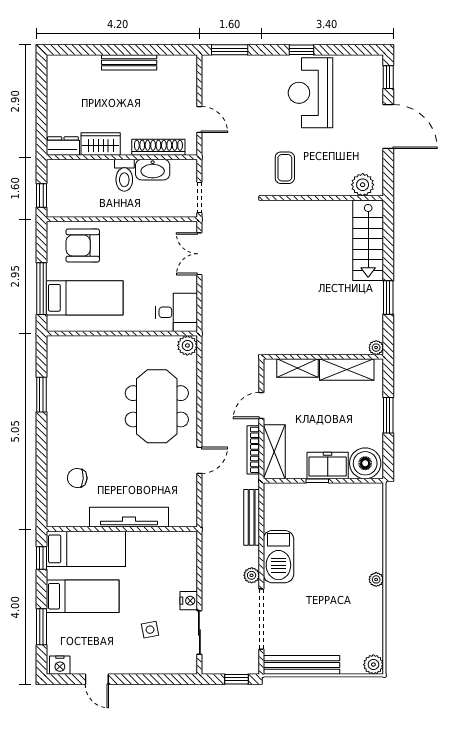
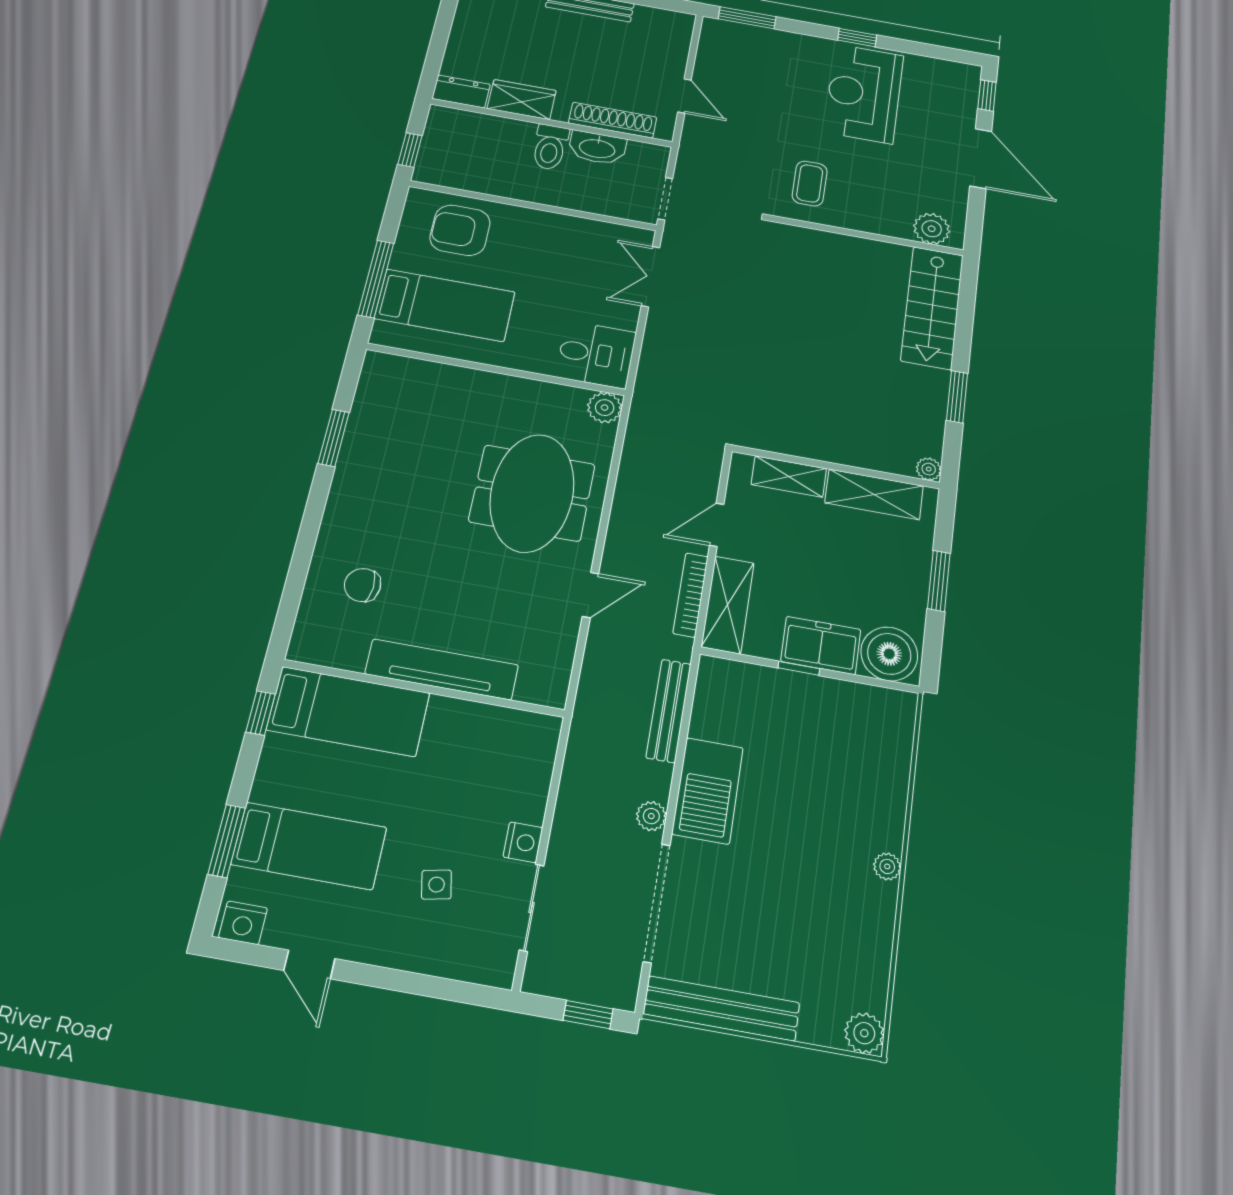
bed: (83, 596) -> (309, 846), moved

